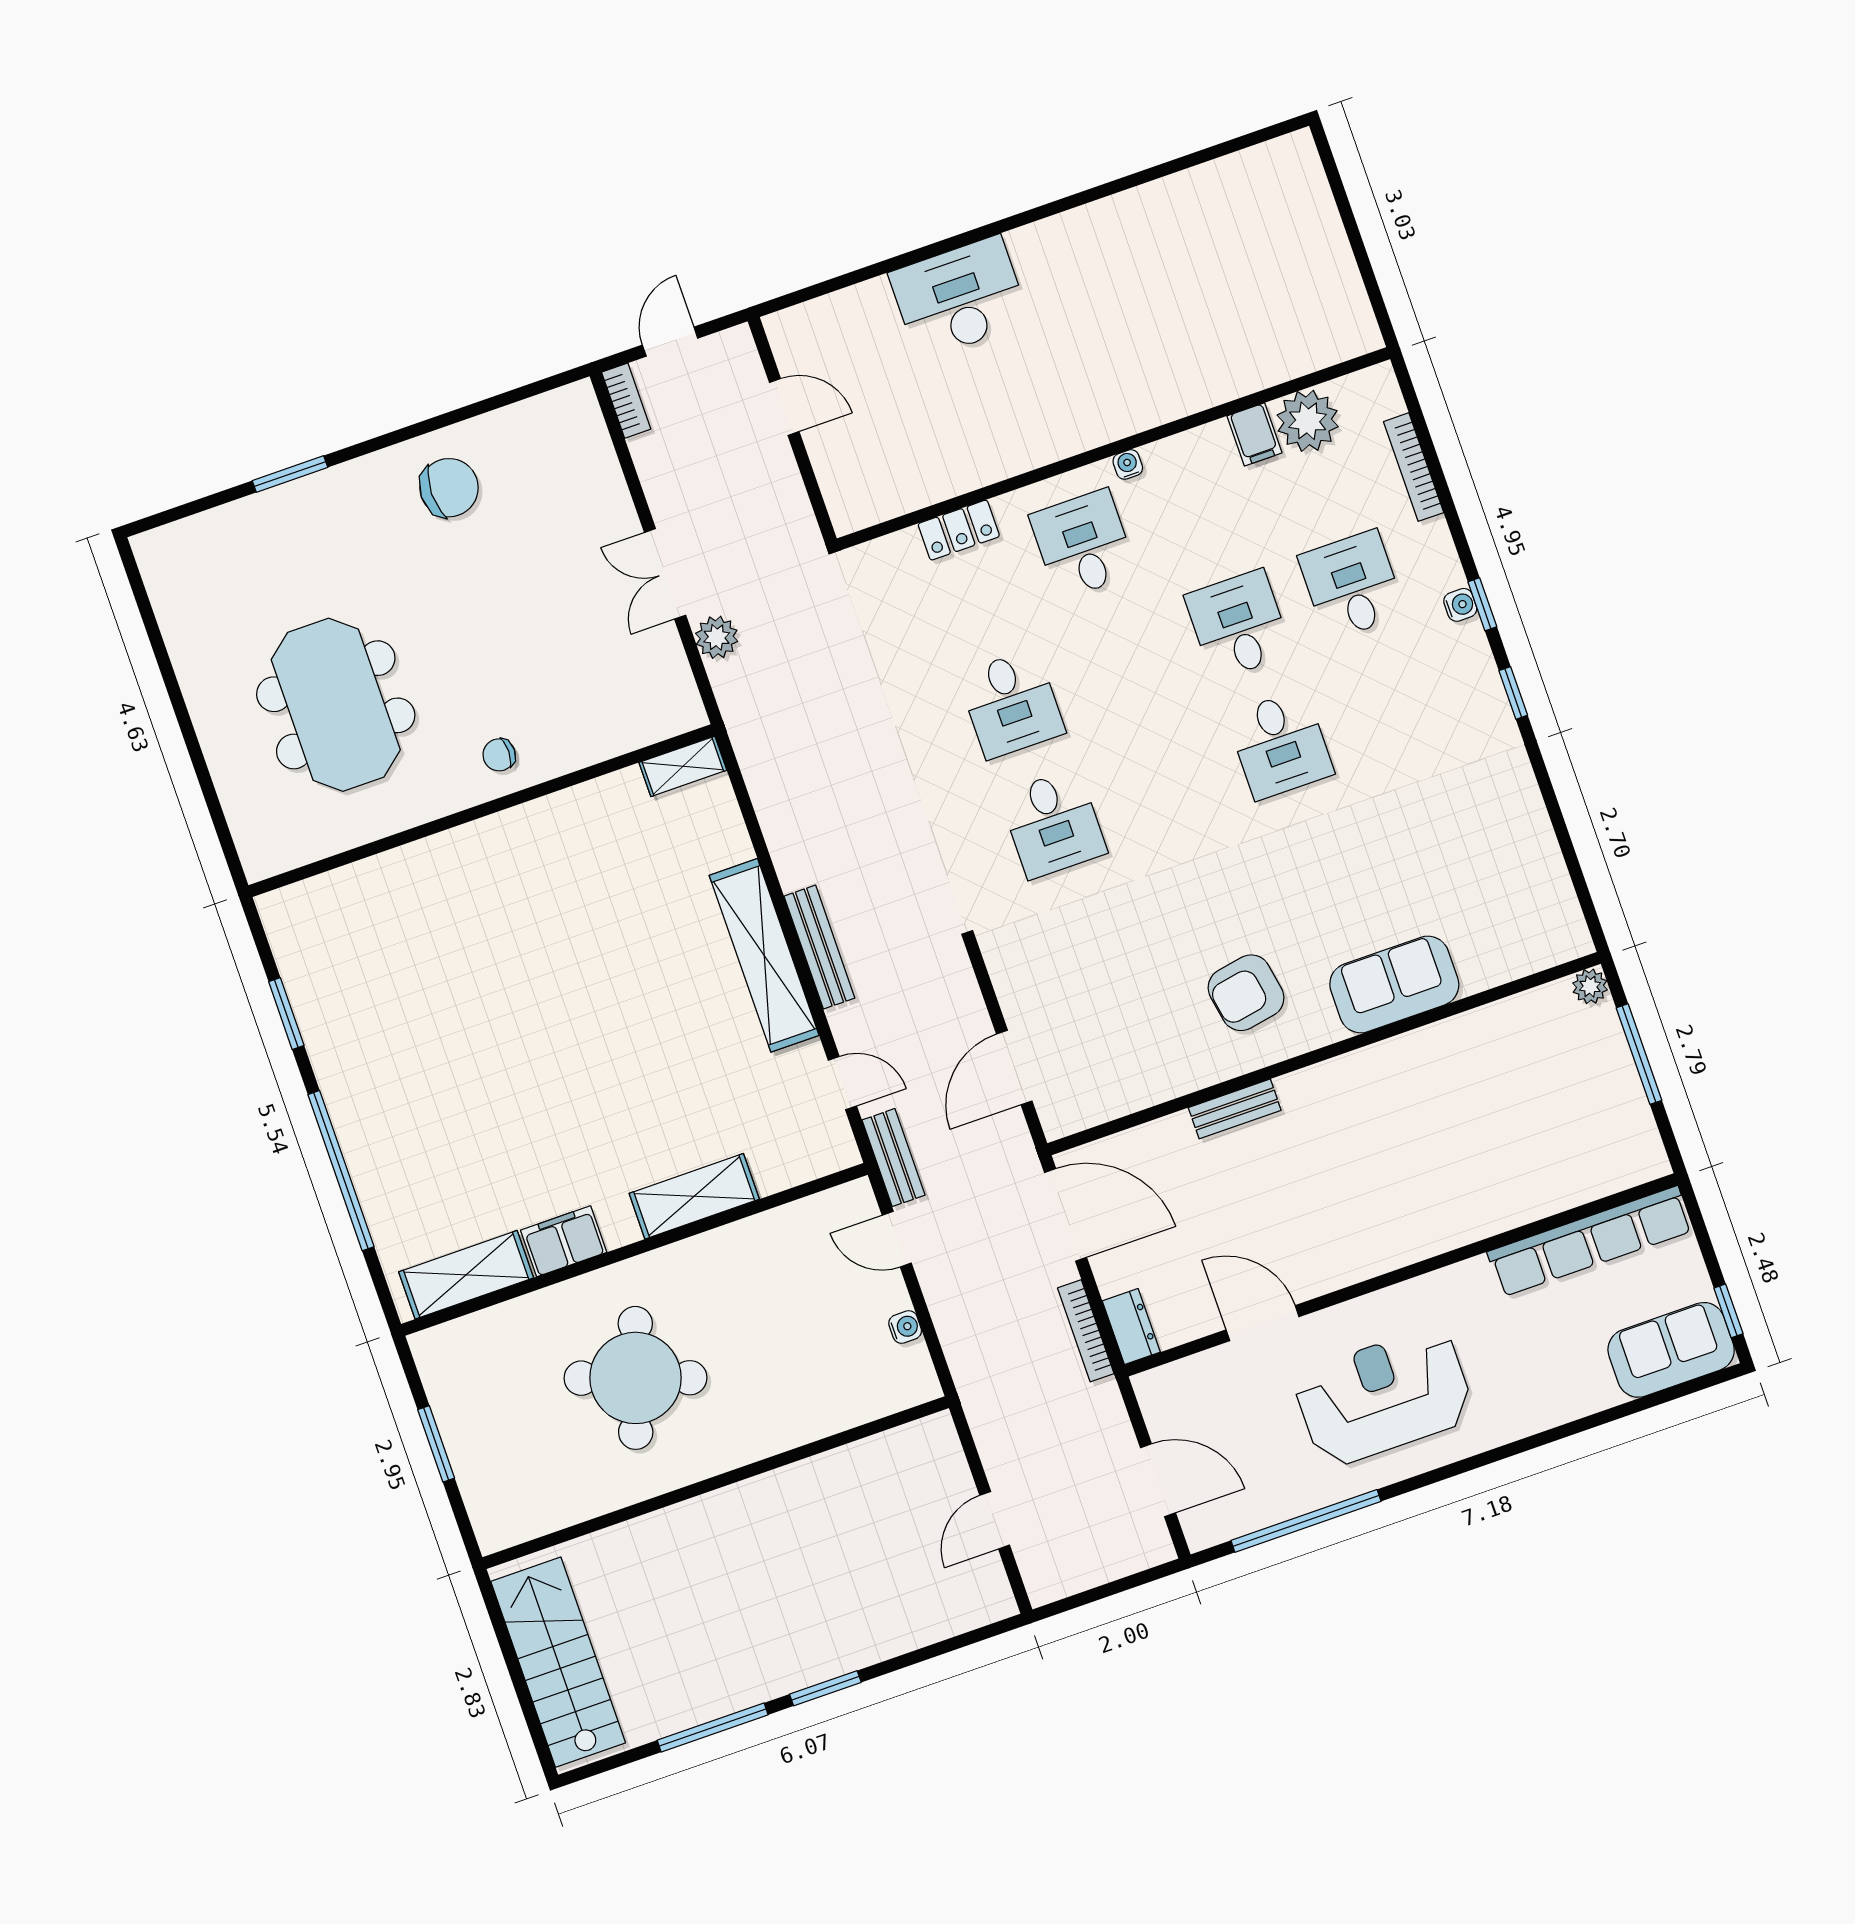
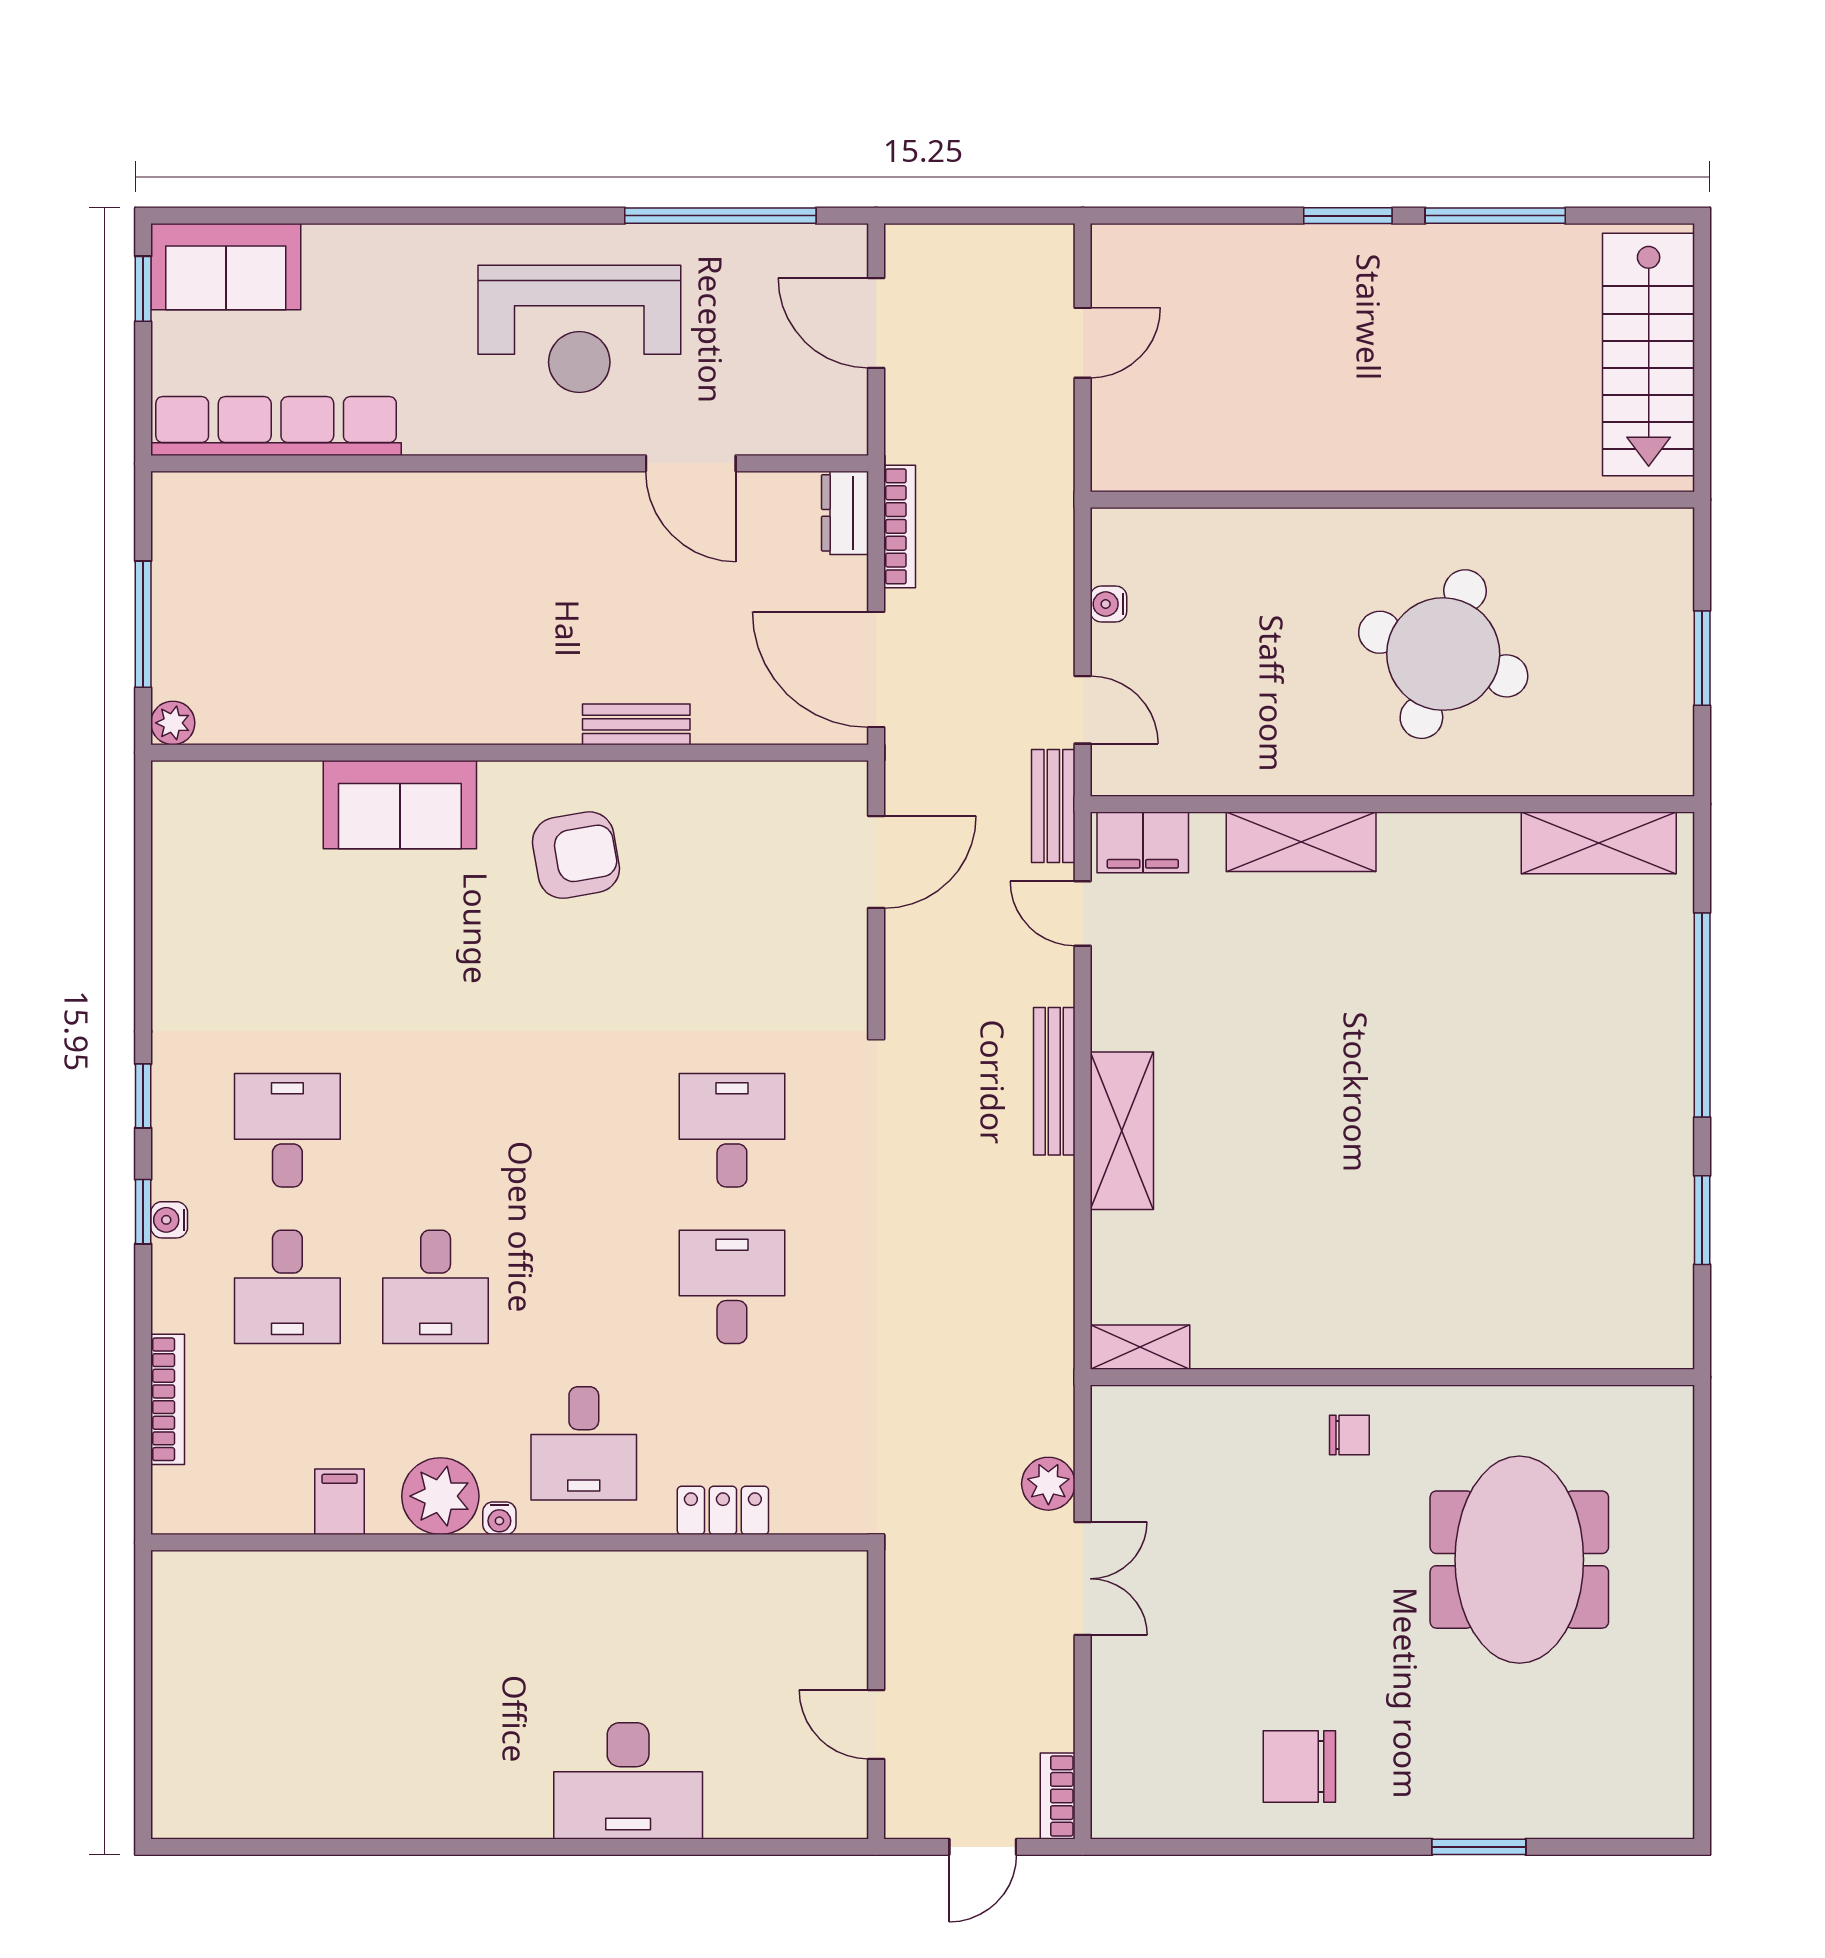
plant: (1308, 421) -> (440, 1496), moved
desk: (1280, 745) -> (287, 1130), moved
shelving: (764, 955) -> (1122, 1131), width x0.68
filing cabinet: (564, 1241) -> (1143, 842), moved

